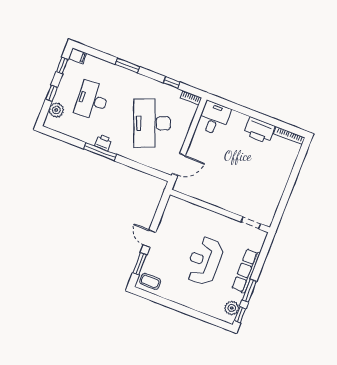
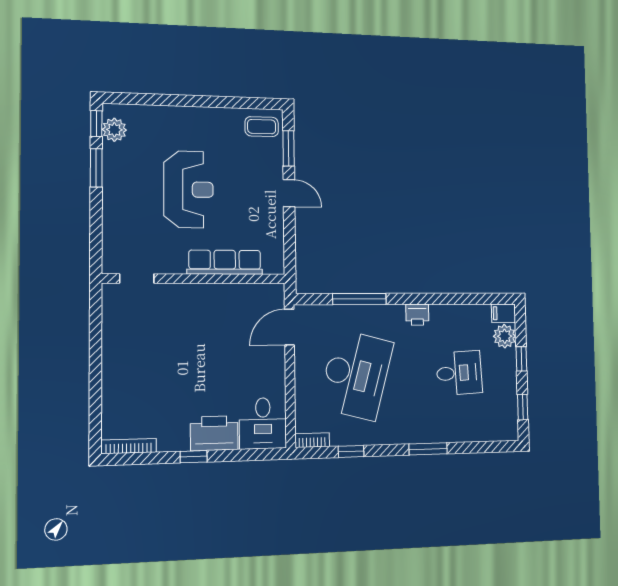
filing cabinet: (78, 56) -> (503, 313), moved
desk: (92, 100) -> (459, 373), width x0.73
window: (258, 116) -> (194, 457), added
desk: (152, 123) -> (356, 375), turned 36
printer: (259, 130) -> (214, 433), moved
window: (100, 152) -> (359, 299), moved
row of seats: (246, 271) -> (225, 262), moved, turned -90

